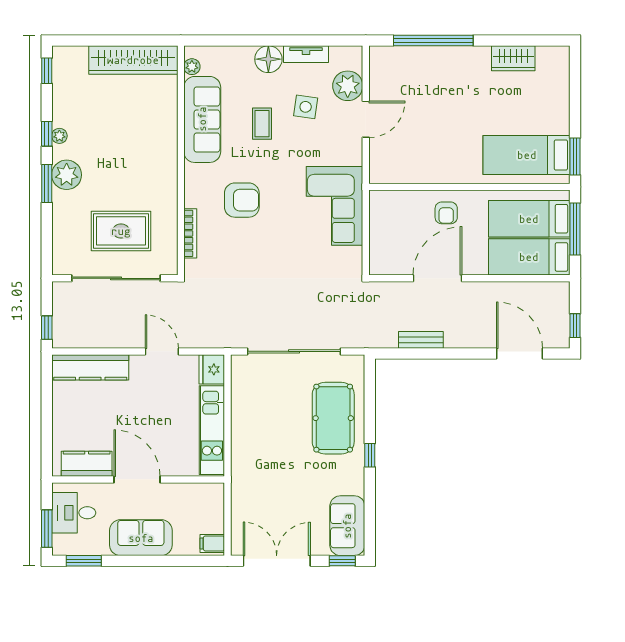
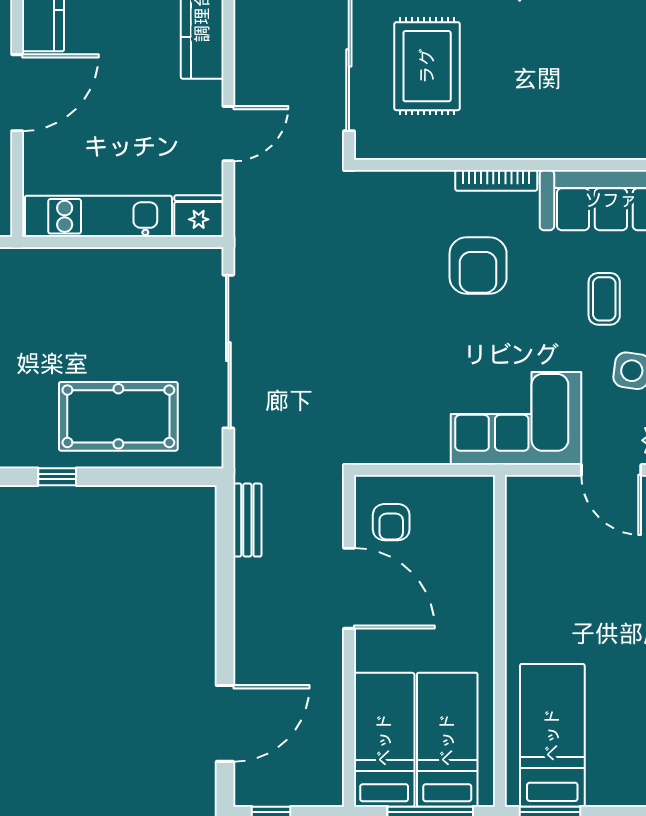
coffee table: (262, 124) -> (604, 299), turned 90
corner sofa: (335, 206) -> (516, 418), moved
armchair: (446, 213) -> (391, 522), moved, turned -90
bookcase: (190, 233) -> (496, 180), moved
bench: (421, 340) -> (247, 520), moved

